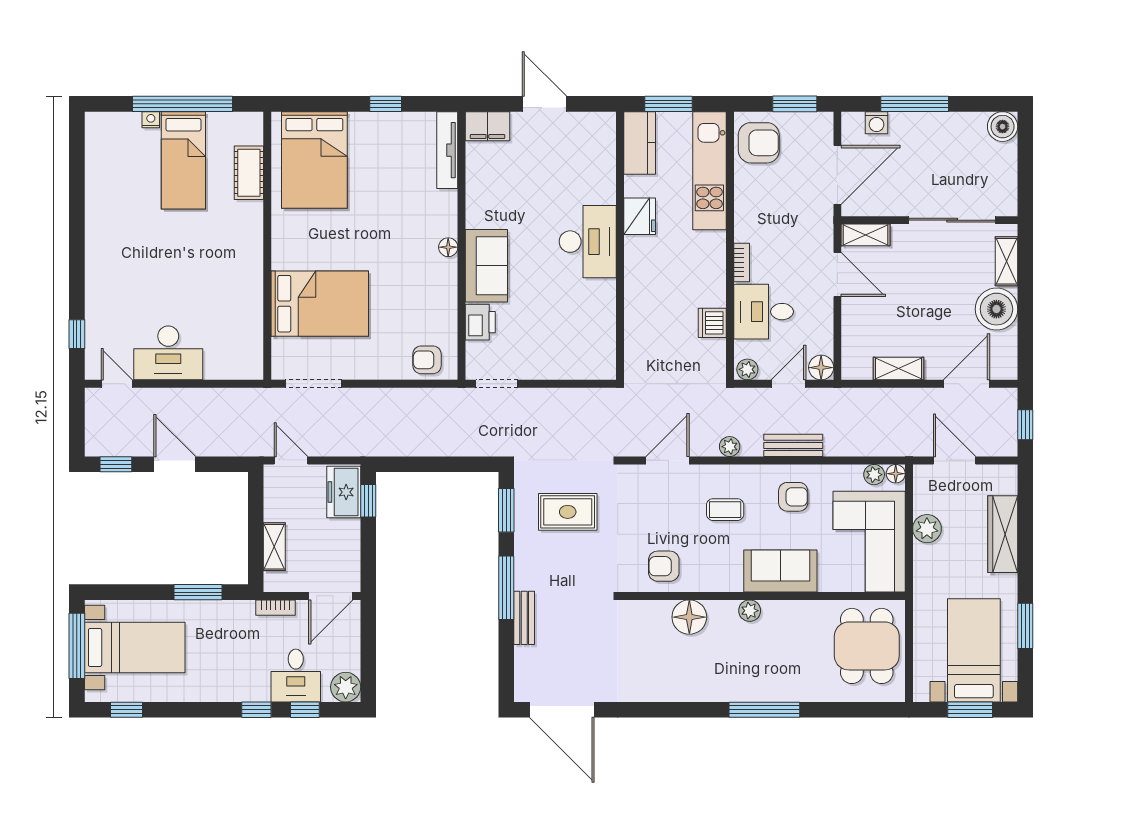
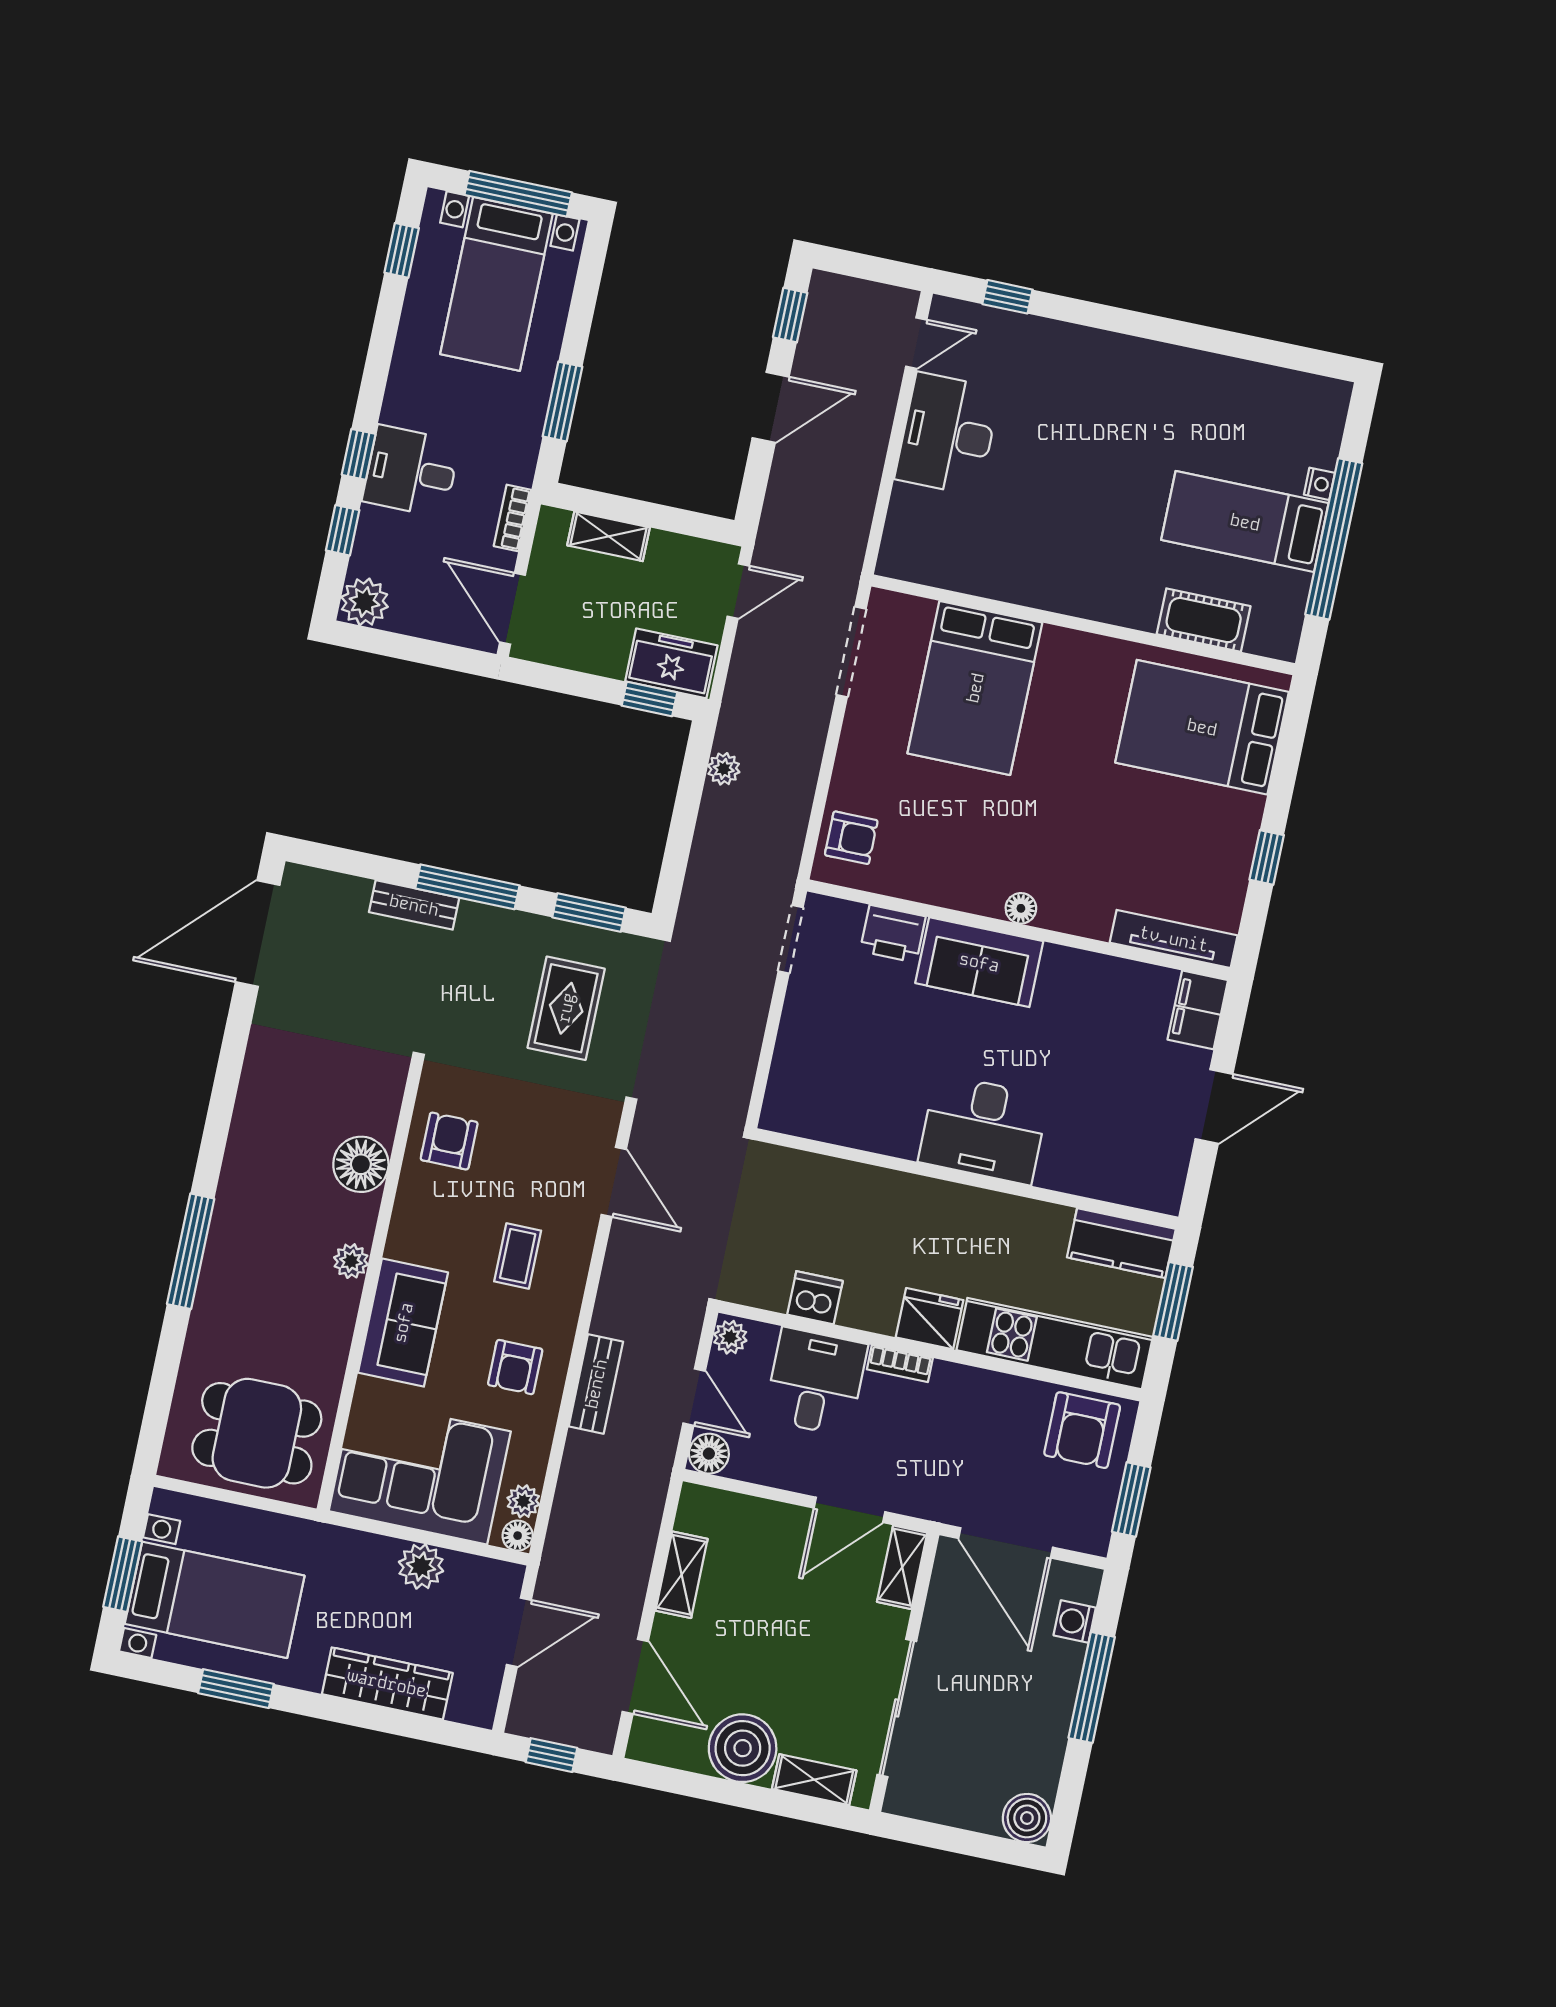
fridge: (640, 216) -> (930, 1319), moved, turned 180
armchair: (427, 360) -> (851, 838), turned 90
plant: (730, 447) -> (724, 769), moved
desk: (296, 676) -> (411, 471), moved

